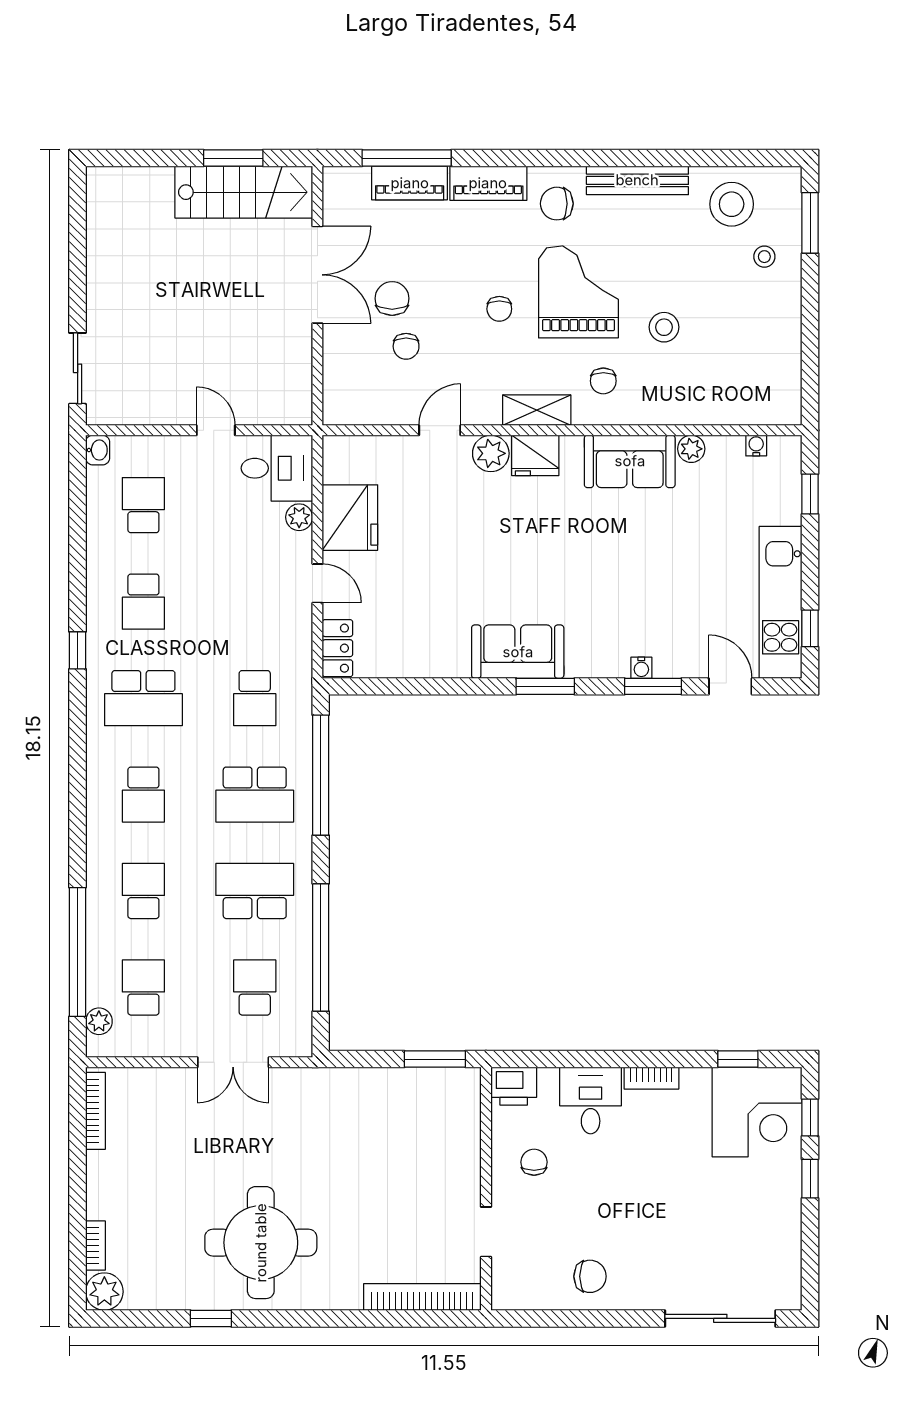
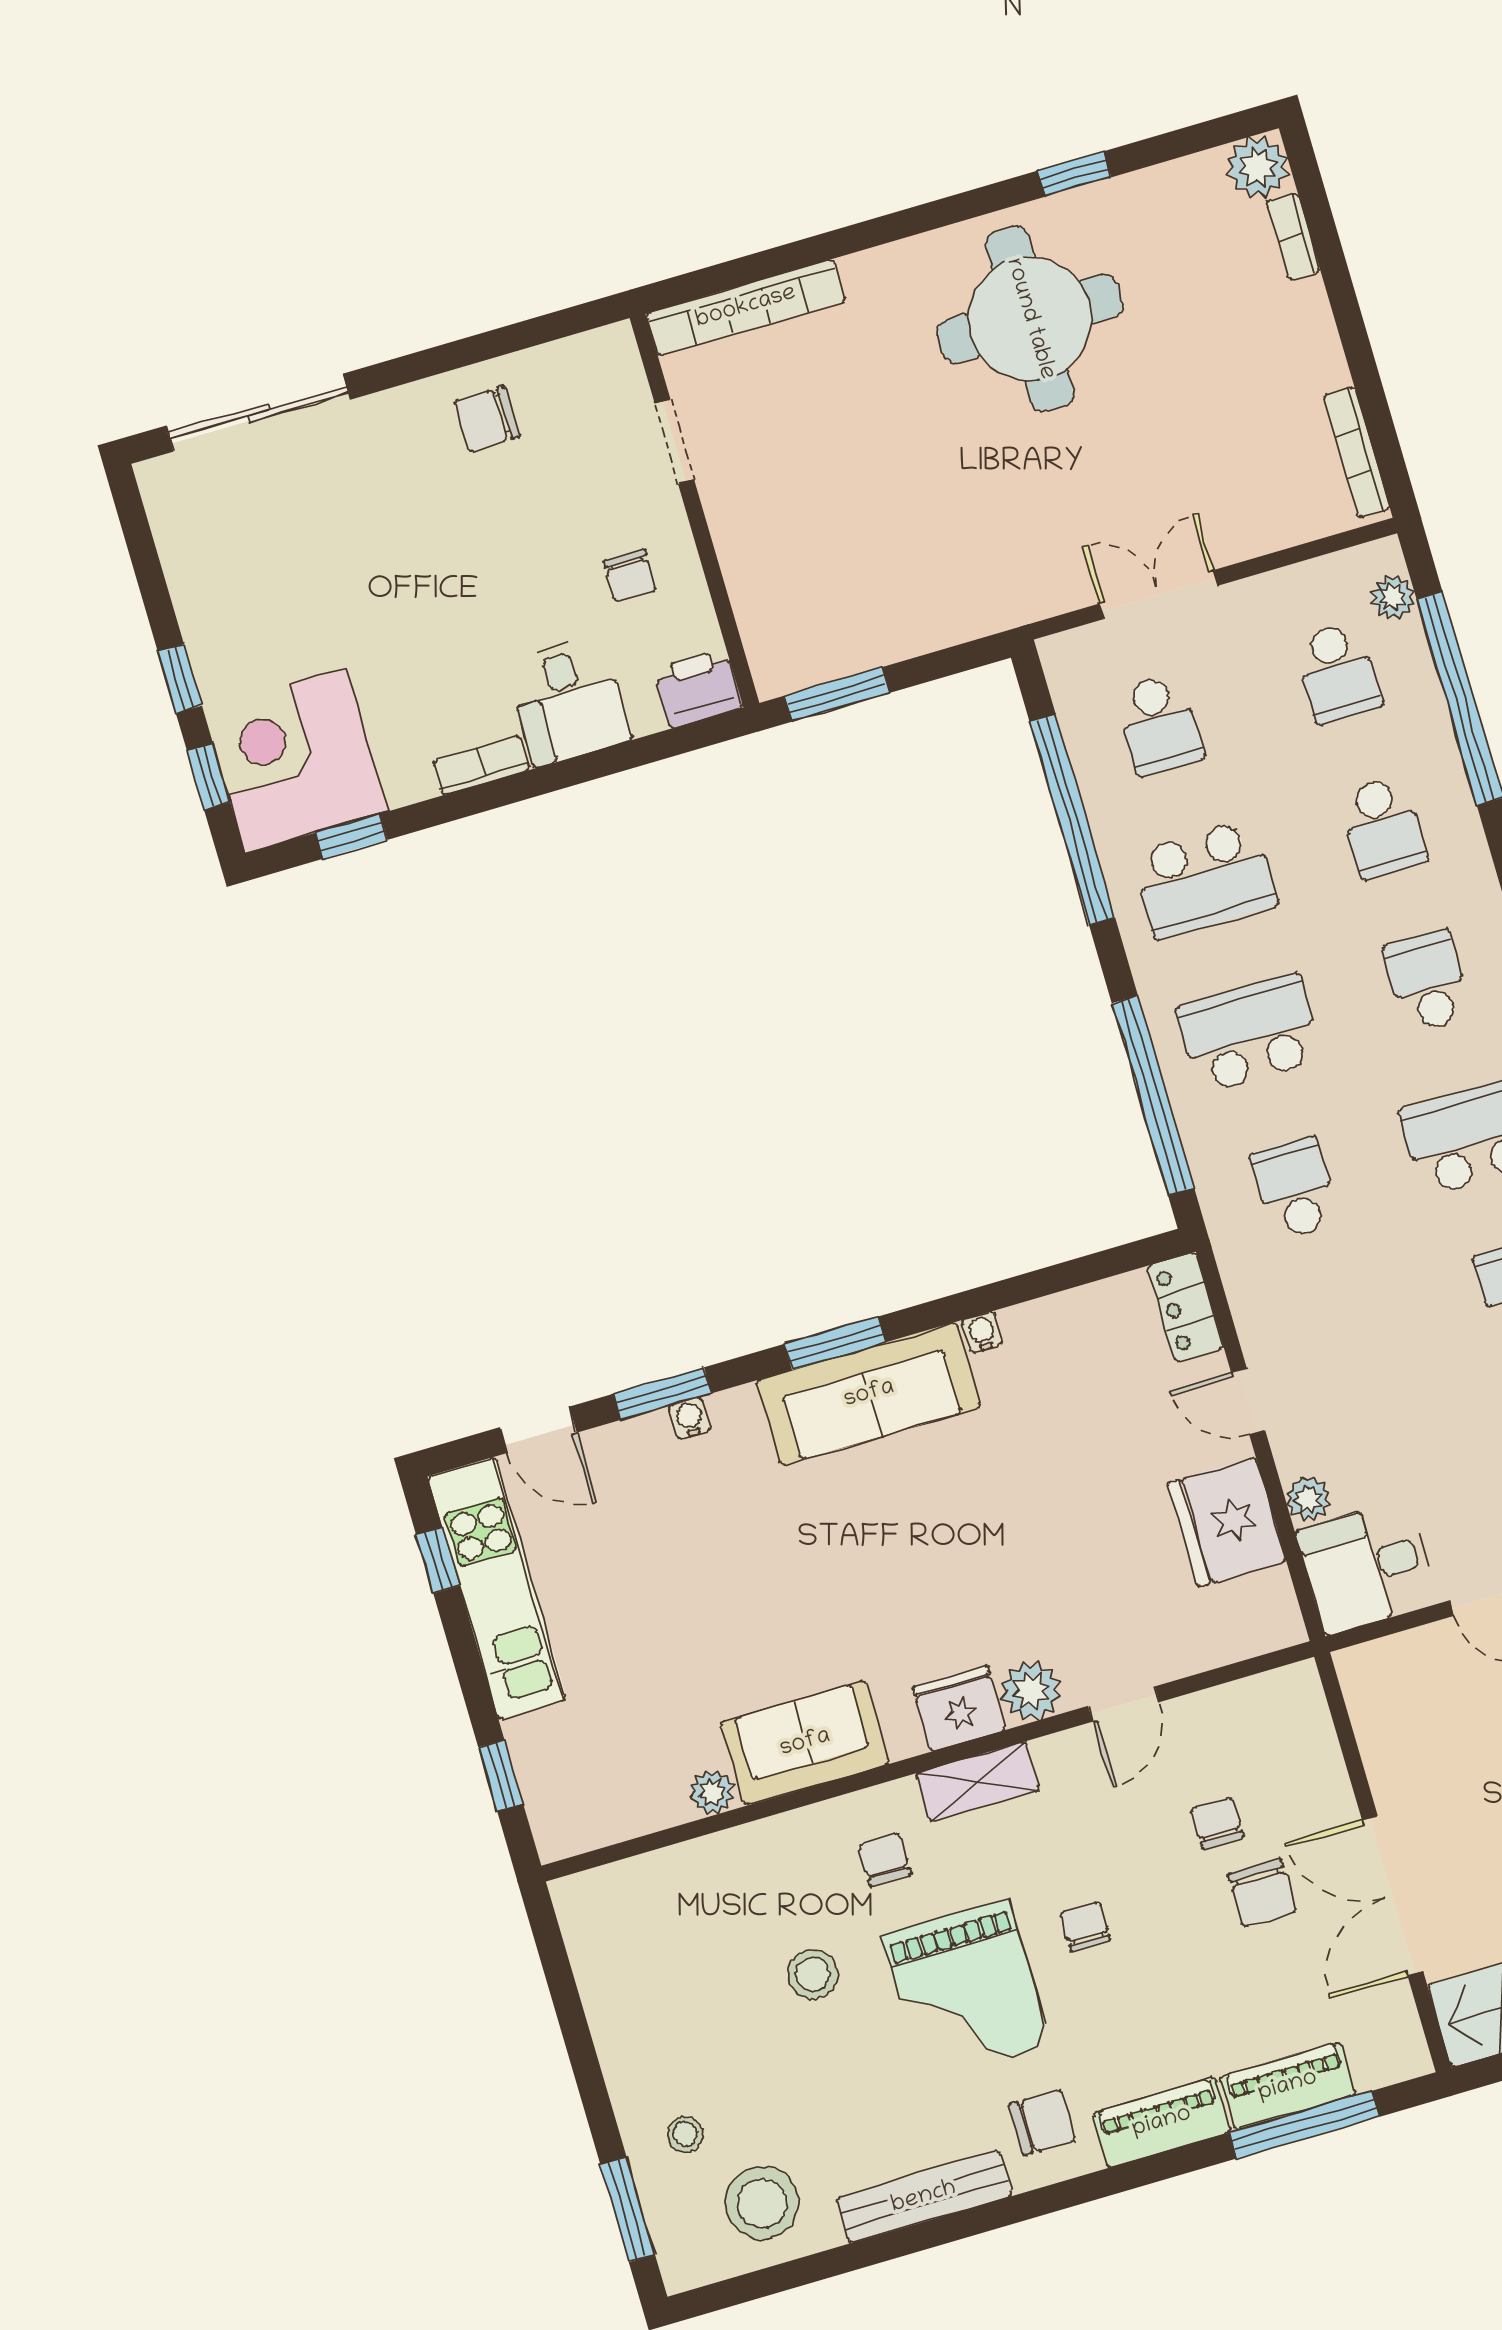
water cooler: (756, 446) -> (982, 1332), moved, turned 180
sofa: (518, 652) -> (869, 1394), width x1.36

